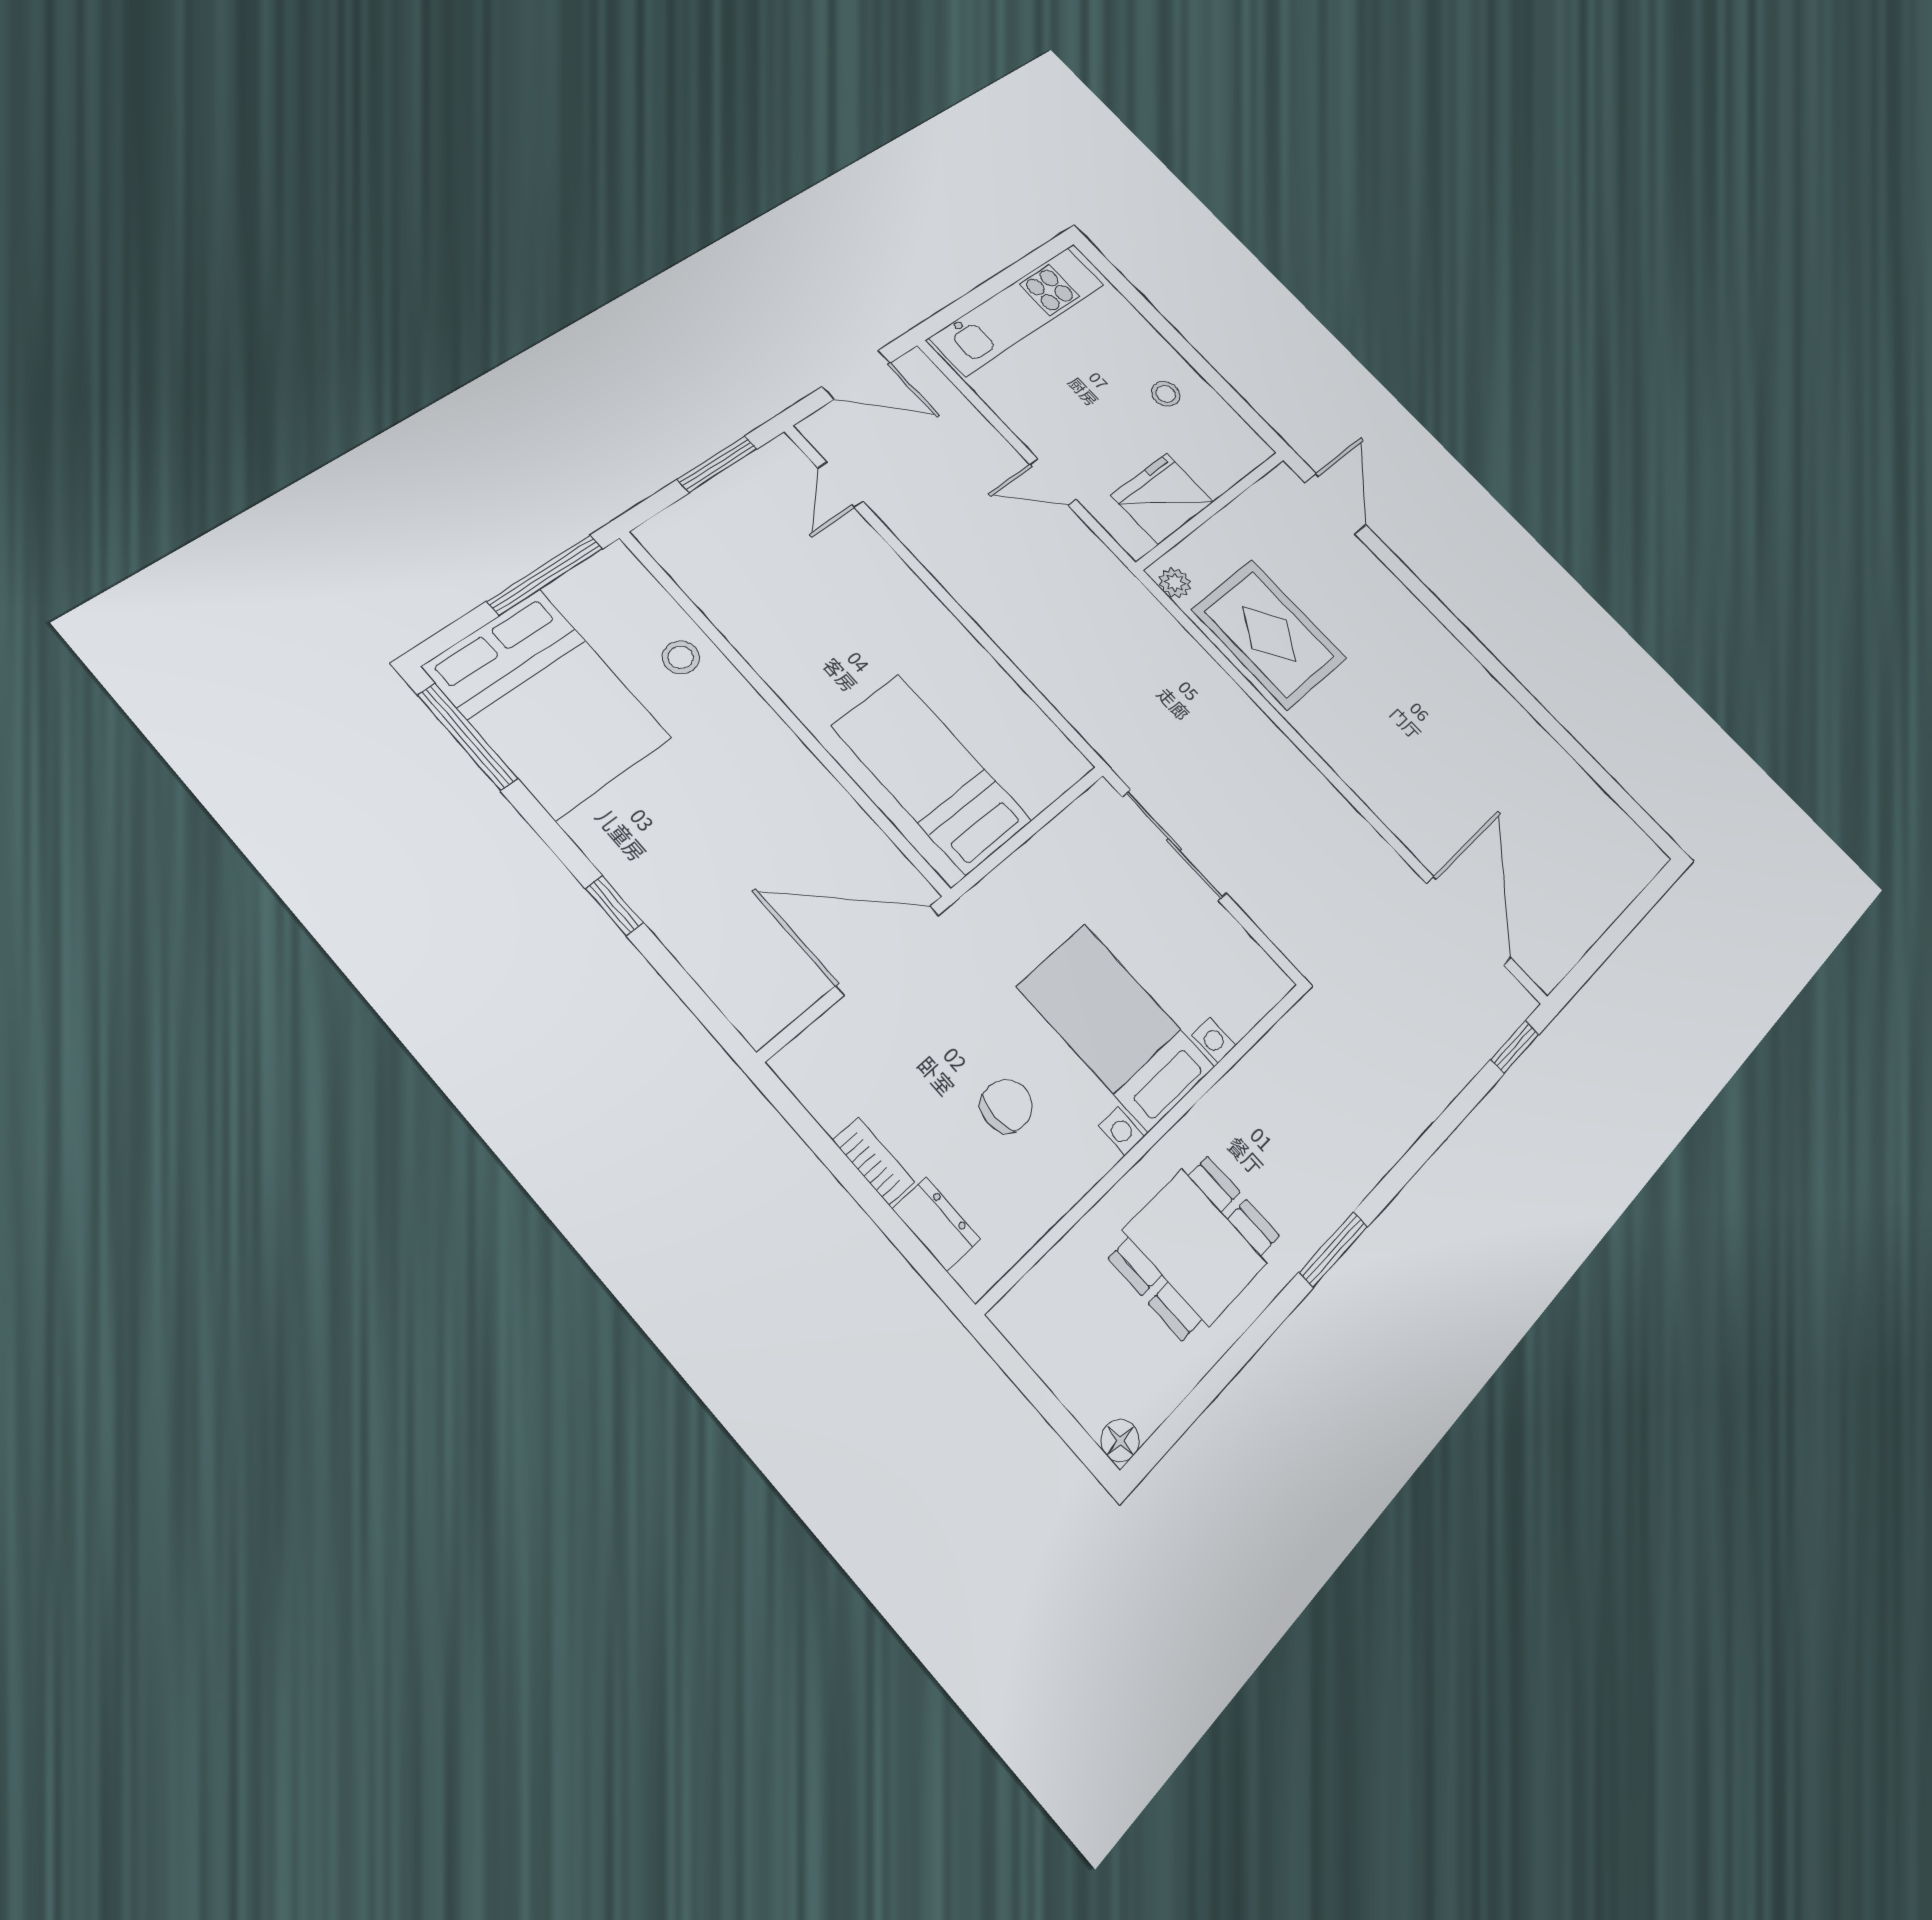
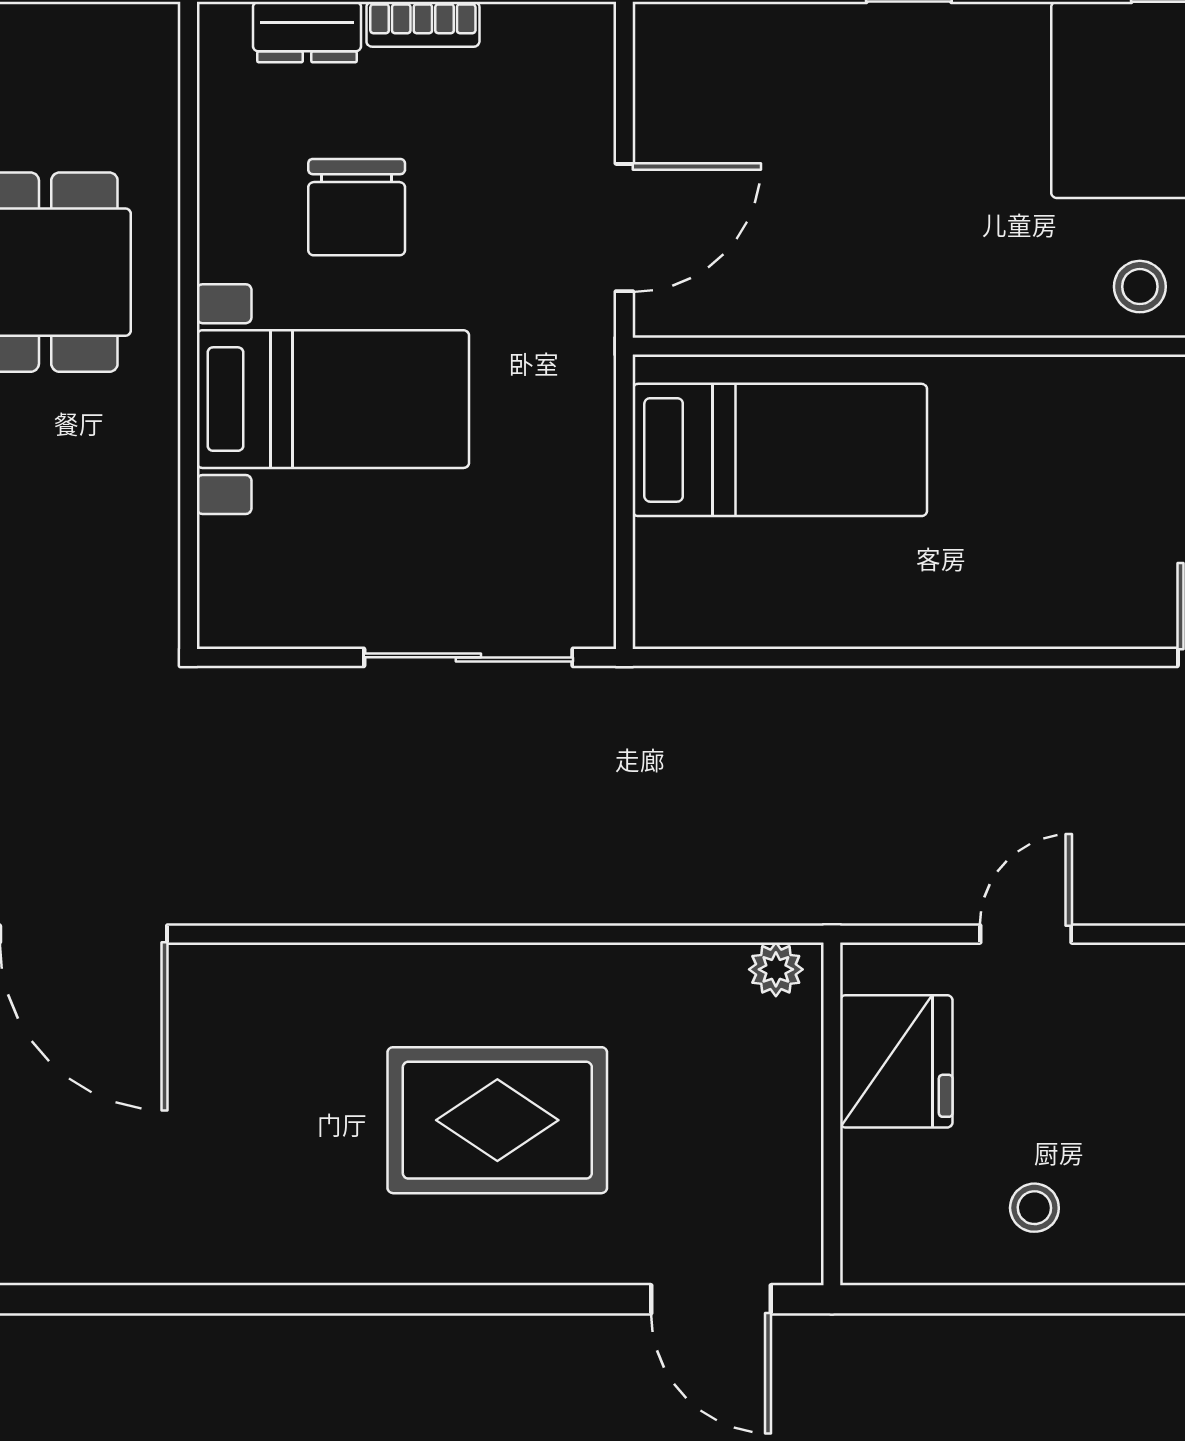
rug: (1269, 634) -> (497, 1120), moved
door: (888, 950) -> (624, 228), width x0.73
chair: (1007, 1106) -> (357, 207), width x1.37, depth x1.37

